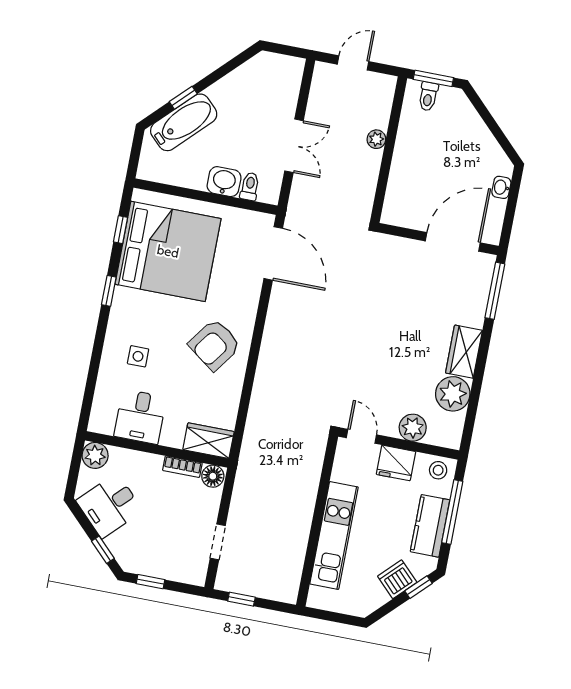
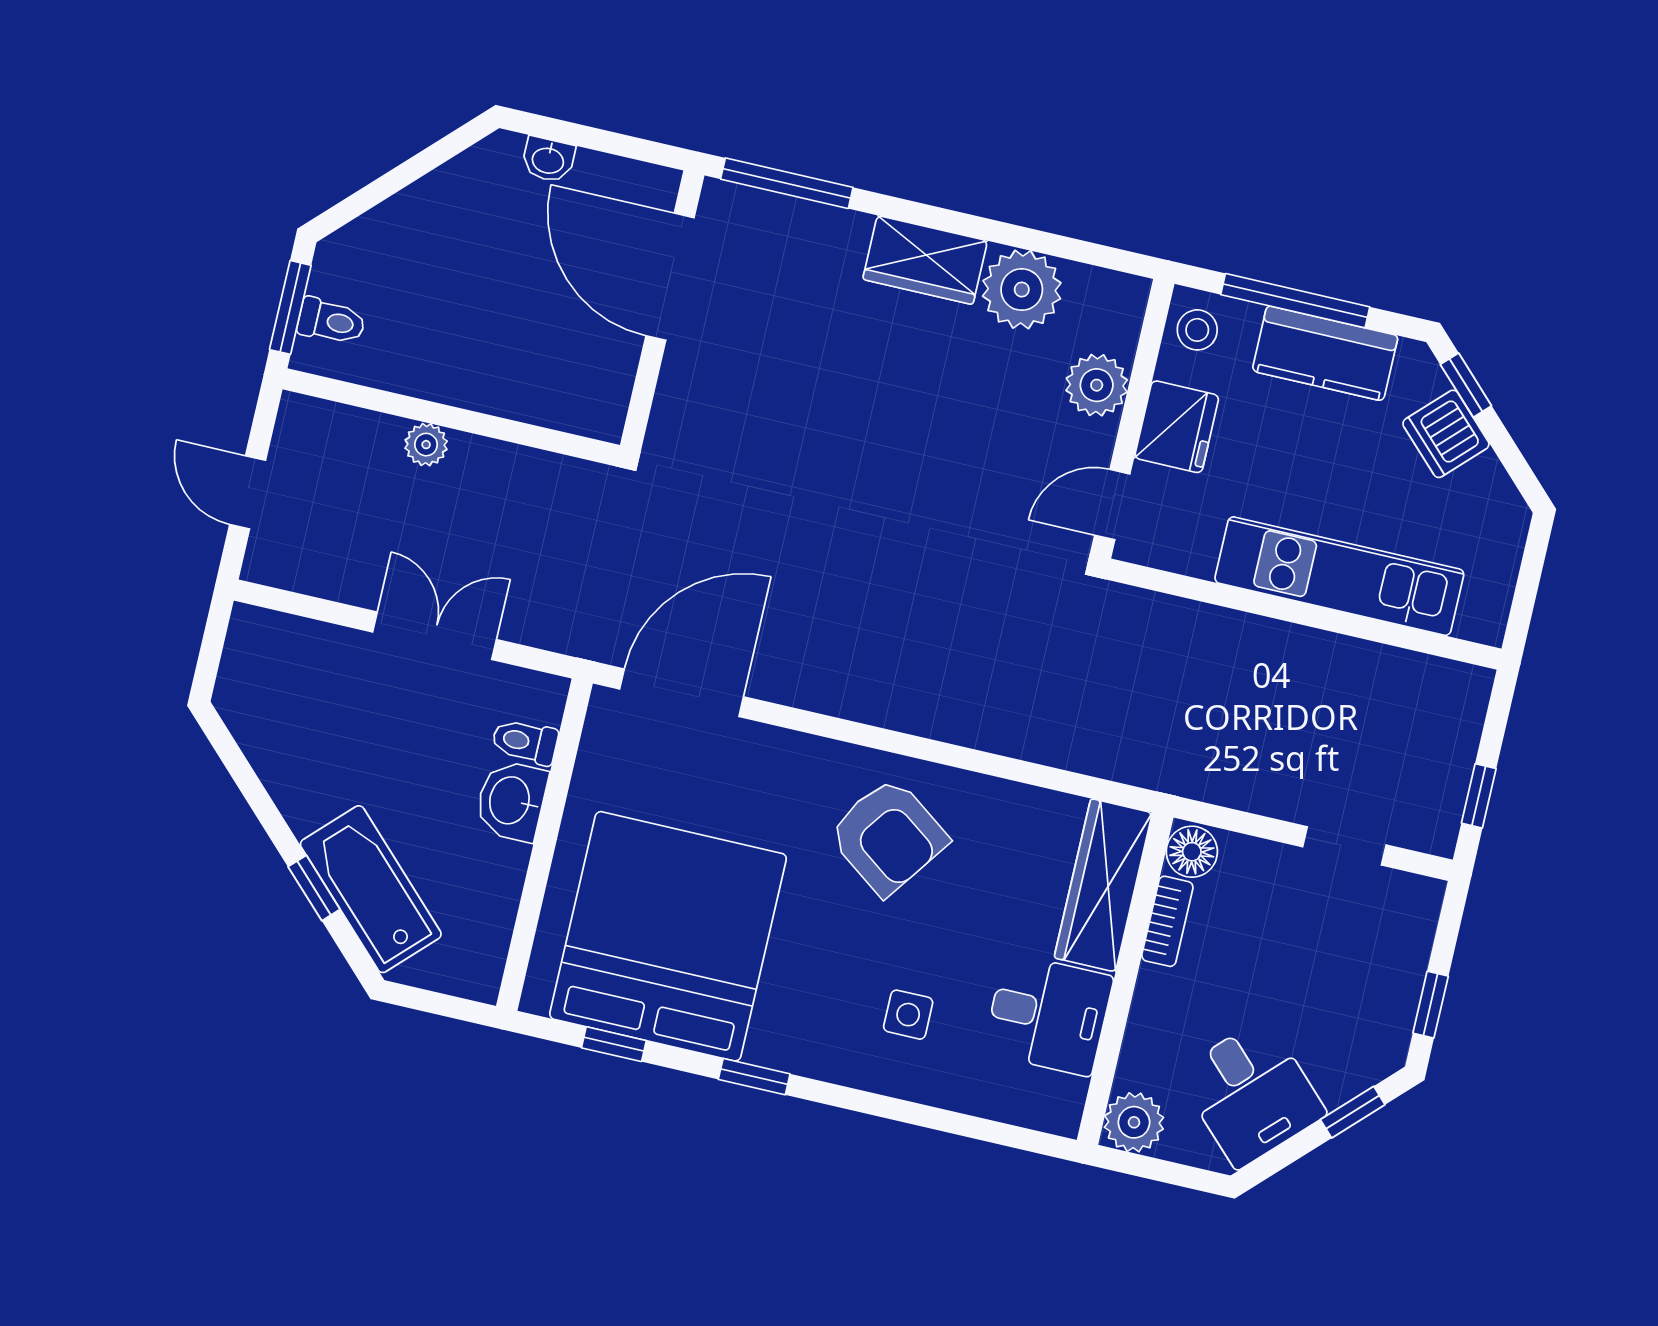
wardrobe: (208, 441) -> (1103, 885), width x1.50

